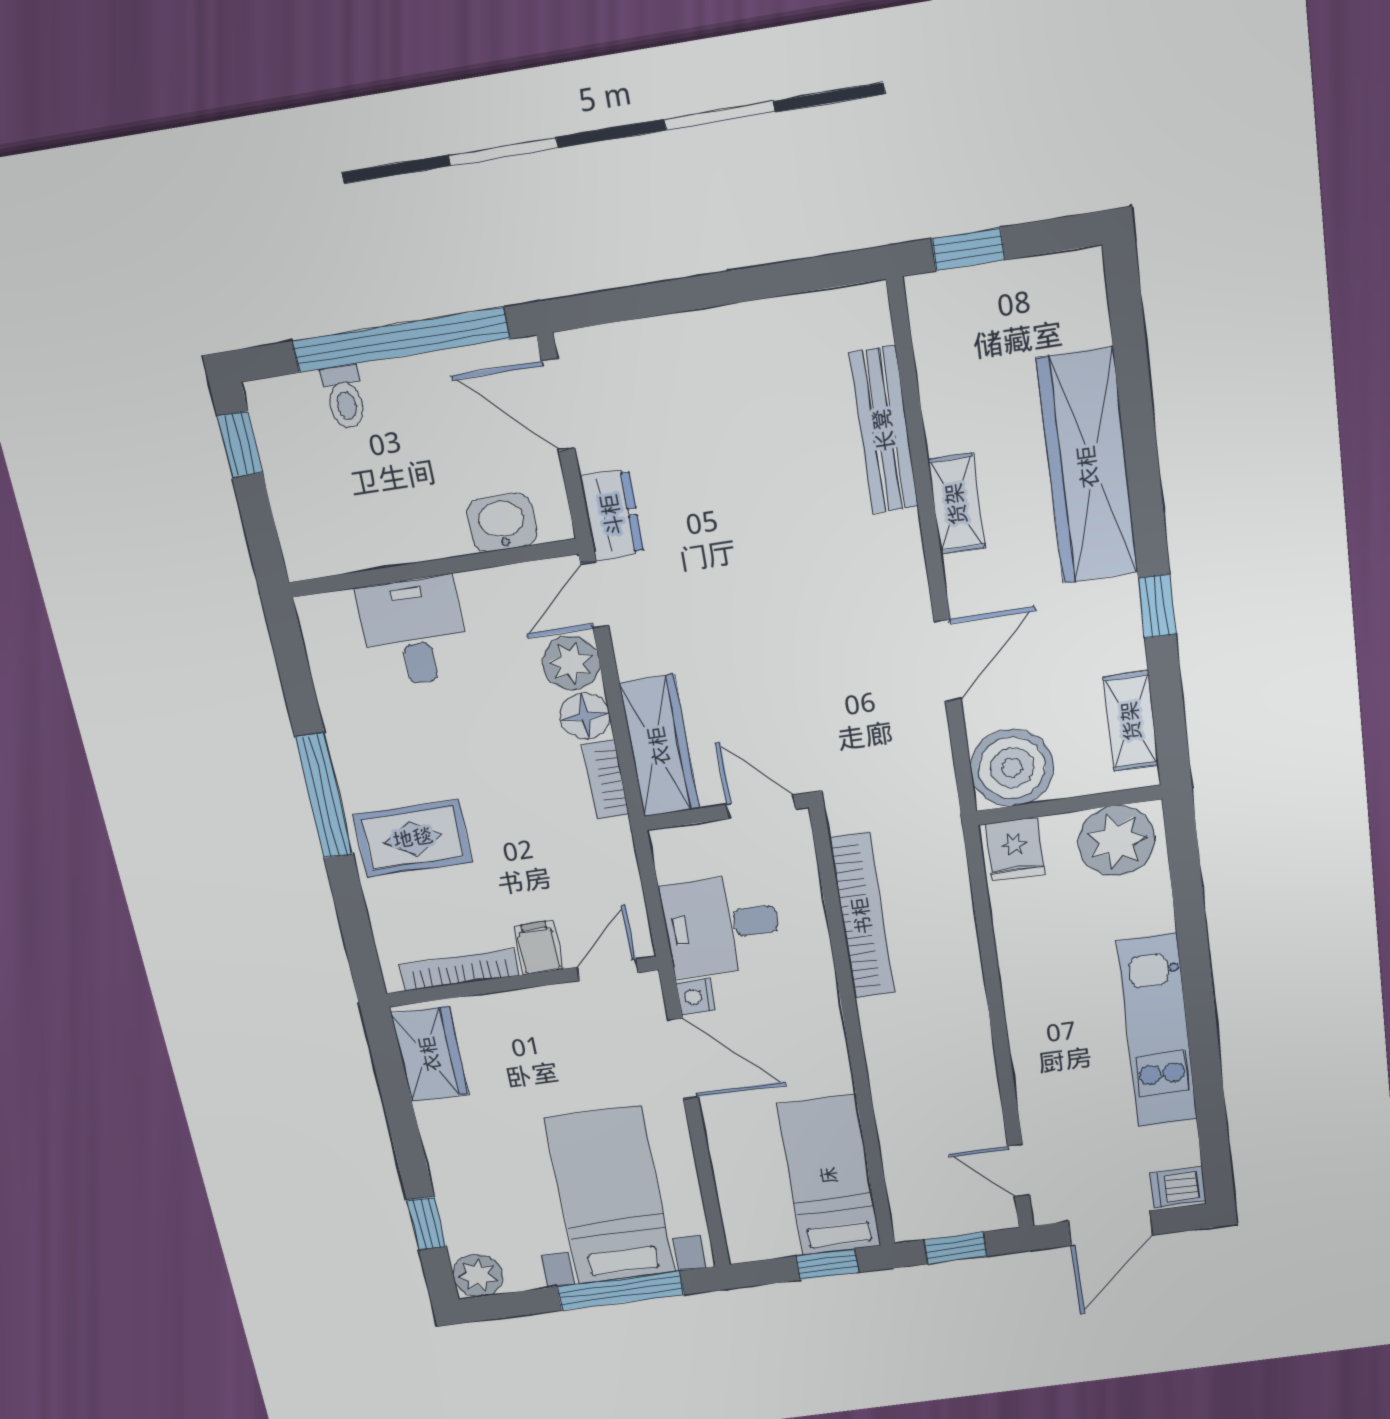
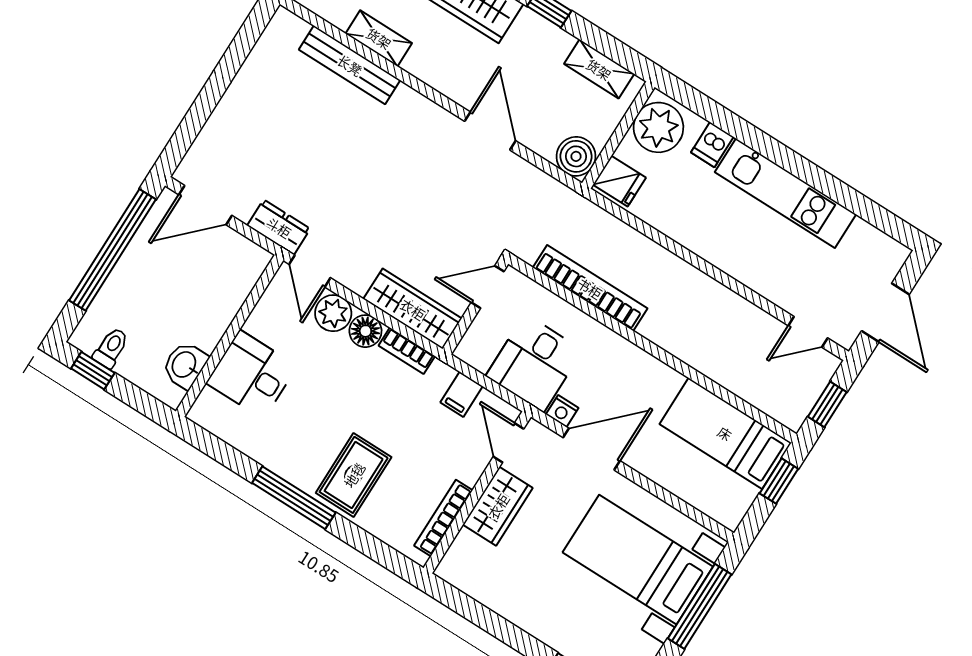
toilet: (345, 397) -> (111, 348), moved, turned -90
shelving: (956, 504) -> (379, 38), moved
washbasin: (502, 523) -> (185, 365), moved
boiler: (1012, 768) -> (576, 156), width x0.73, depth x0.73
filing cabinet: (538, 948) -> (462, 394), moved, turned -90
wardrobe: (430, 1054) -> (498, 506), moved, turned 90
dishwasher: (1178, 1187) -> (712, 145), moved

